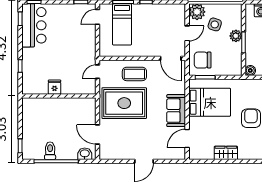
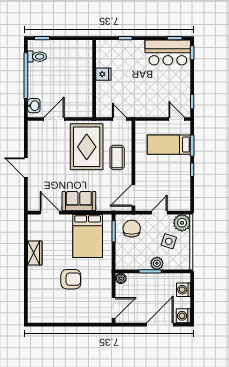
door: (187, 33) -> (159, 213), swing flipped
toilet: (50, 151) -> (37, 57), moved

